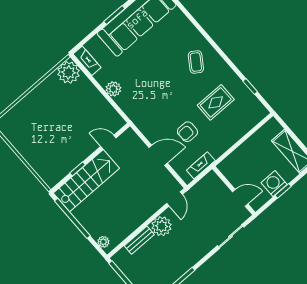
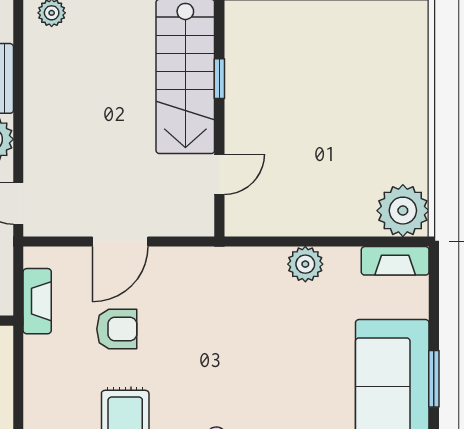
armchair: (187, 132) -> (117, 329), turned 91

